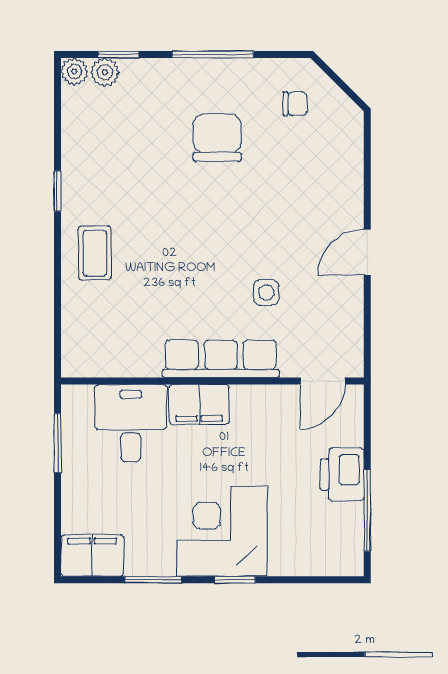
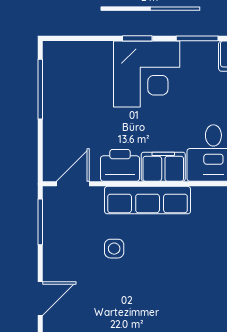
door: (367, 252) -> (40, 299), moved
window: (367, 329) -> (40, 222), added
printer: (342, 474) -> (120, 165), moved, turned -90

